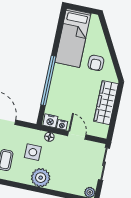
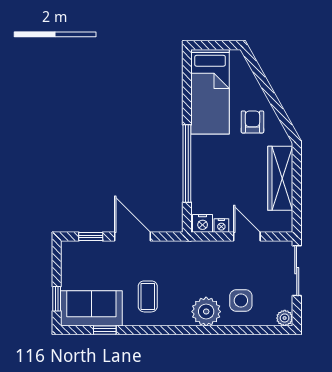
armchair: (96, 63) -> (252, 122), turned 180
floor lamp: (49, 137) -> (206, 248), removed
side table: (33, 152) -> (241, 301), moved

